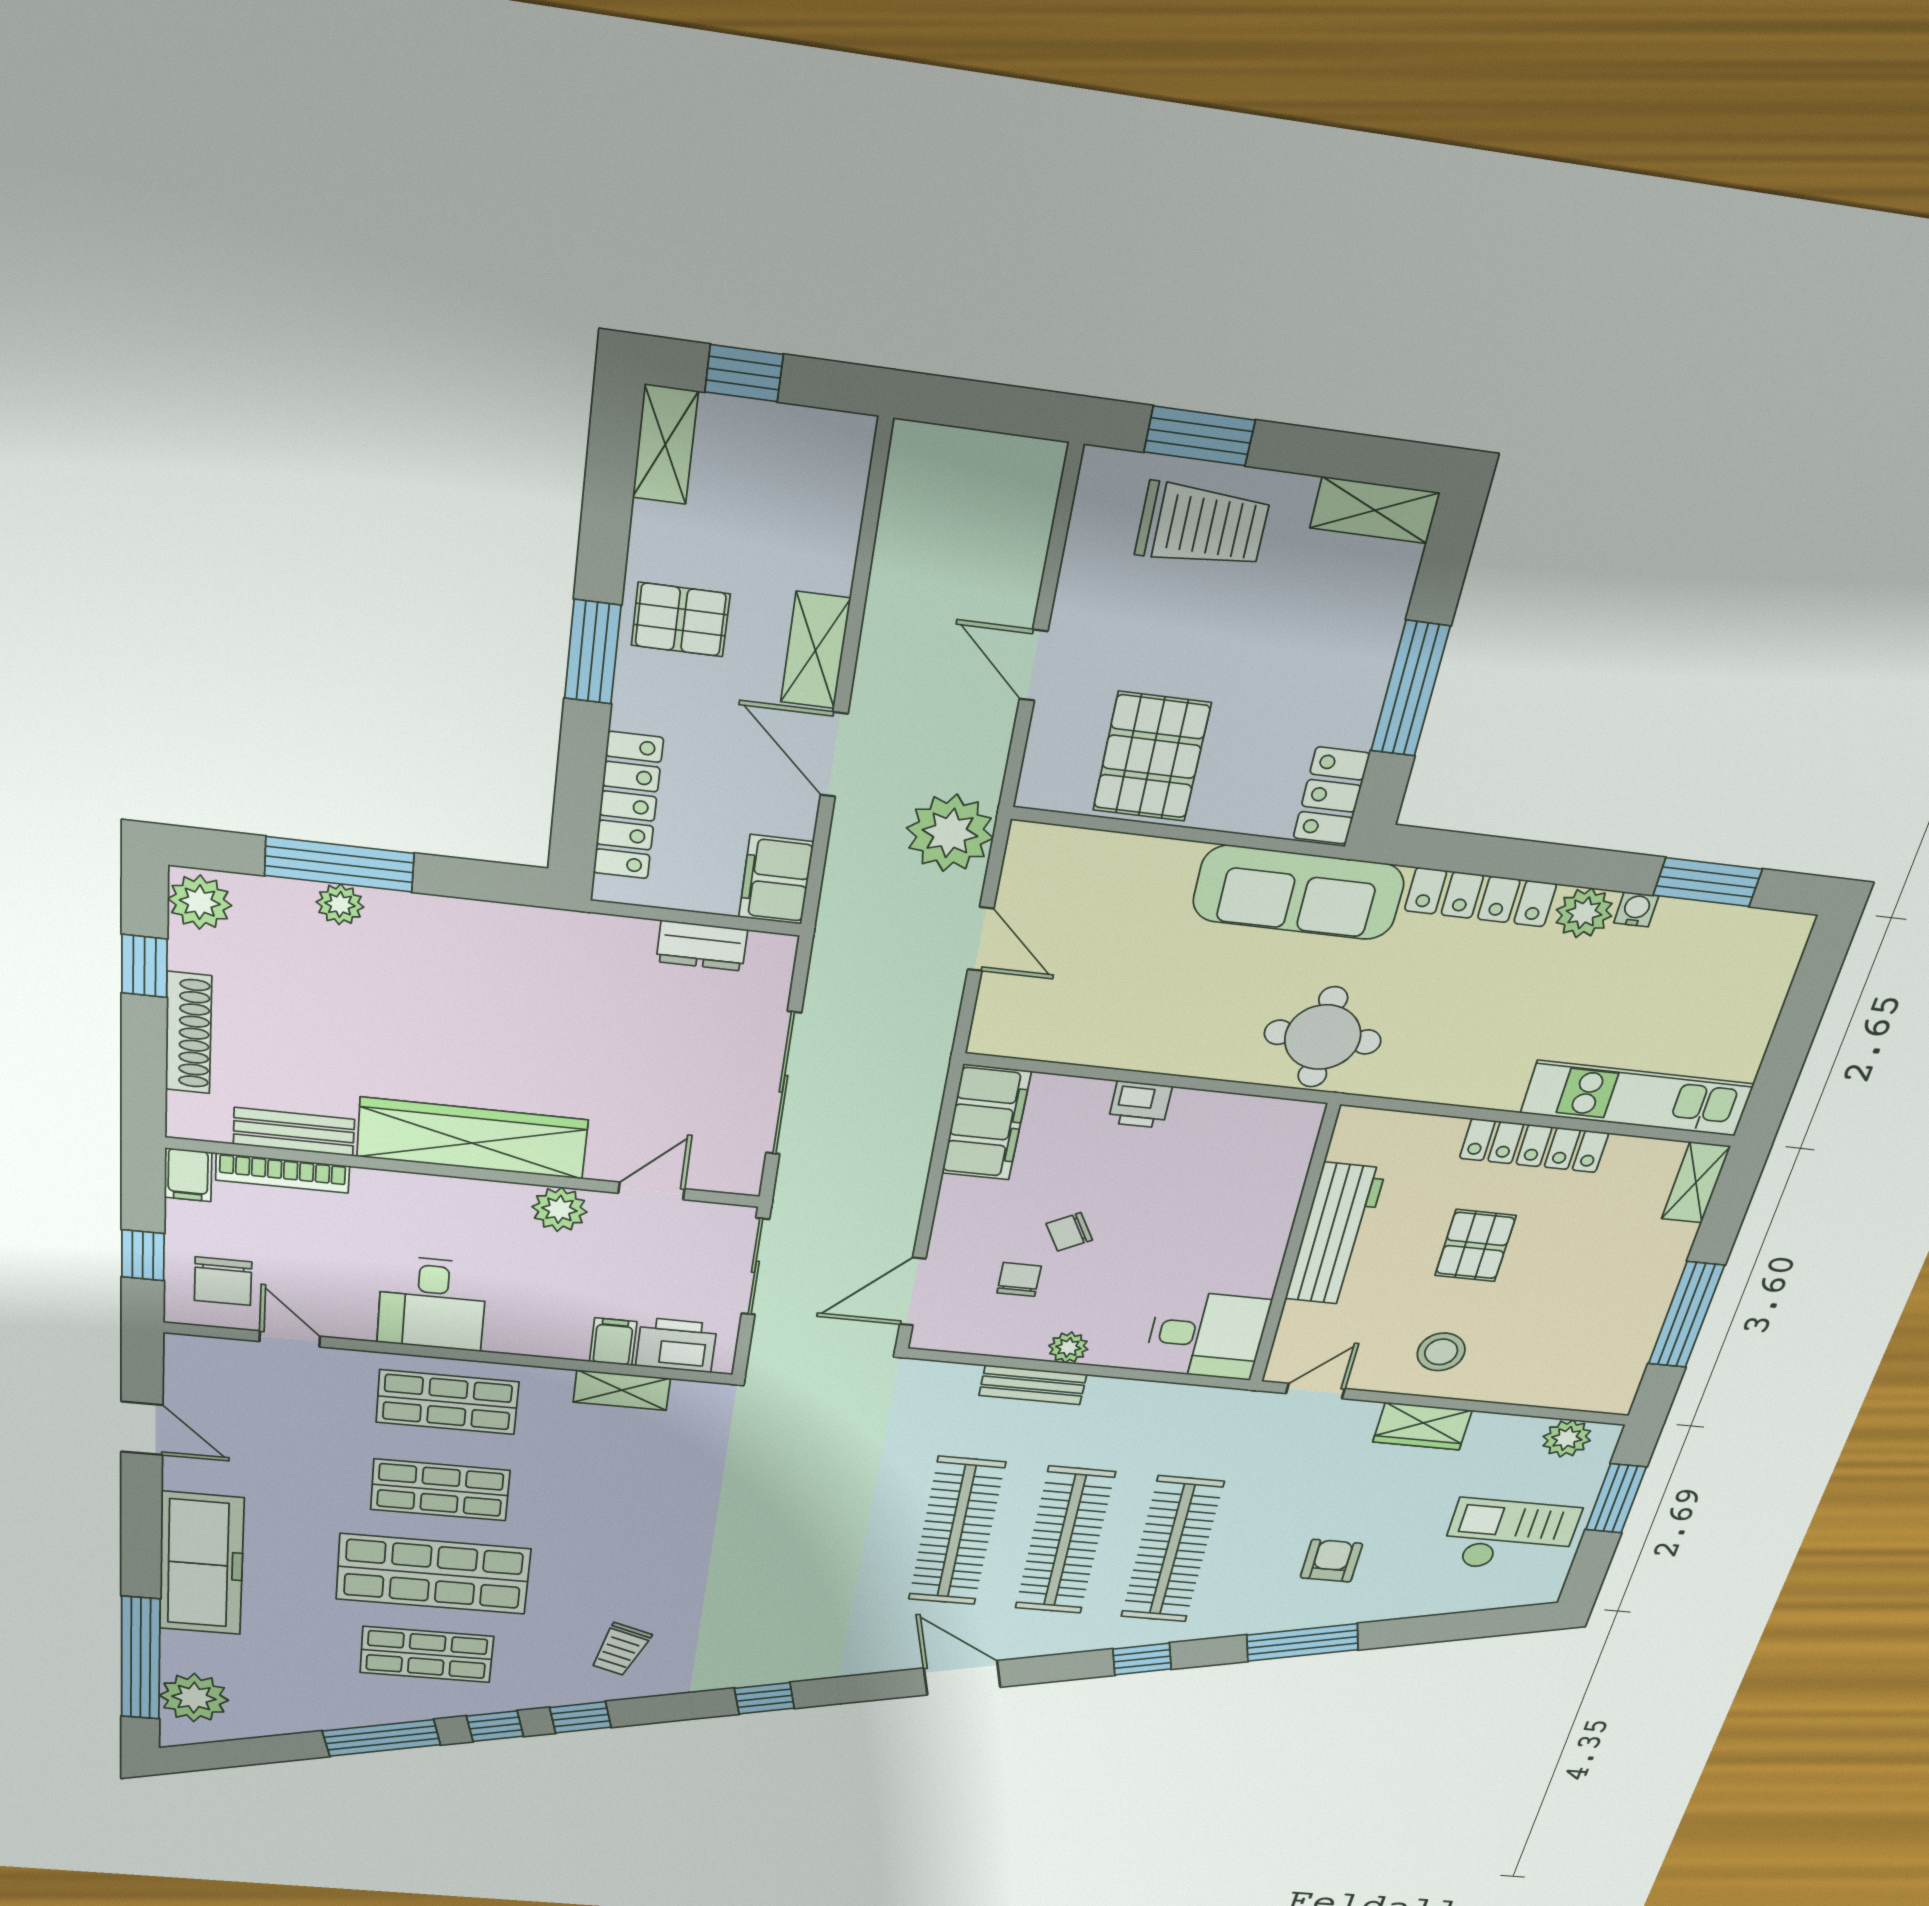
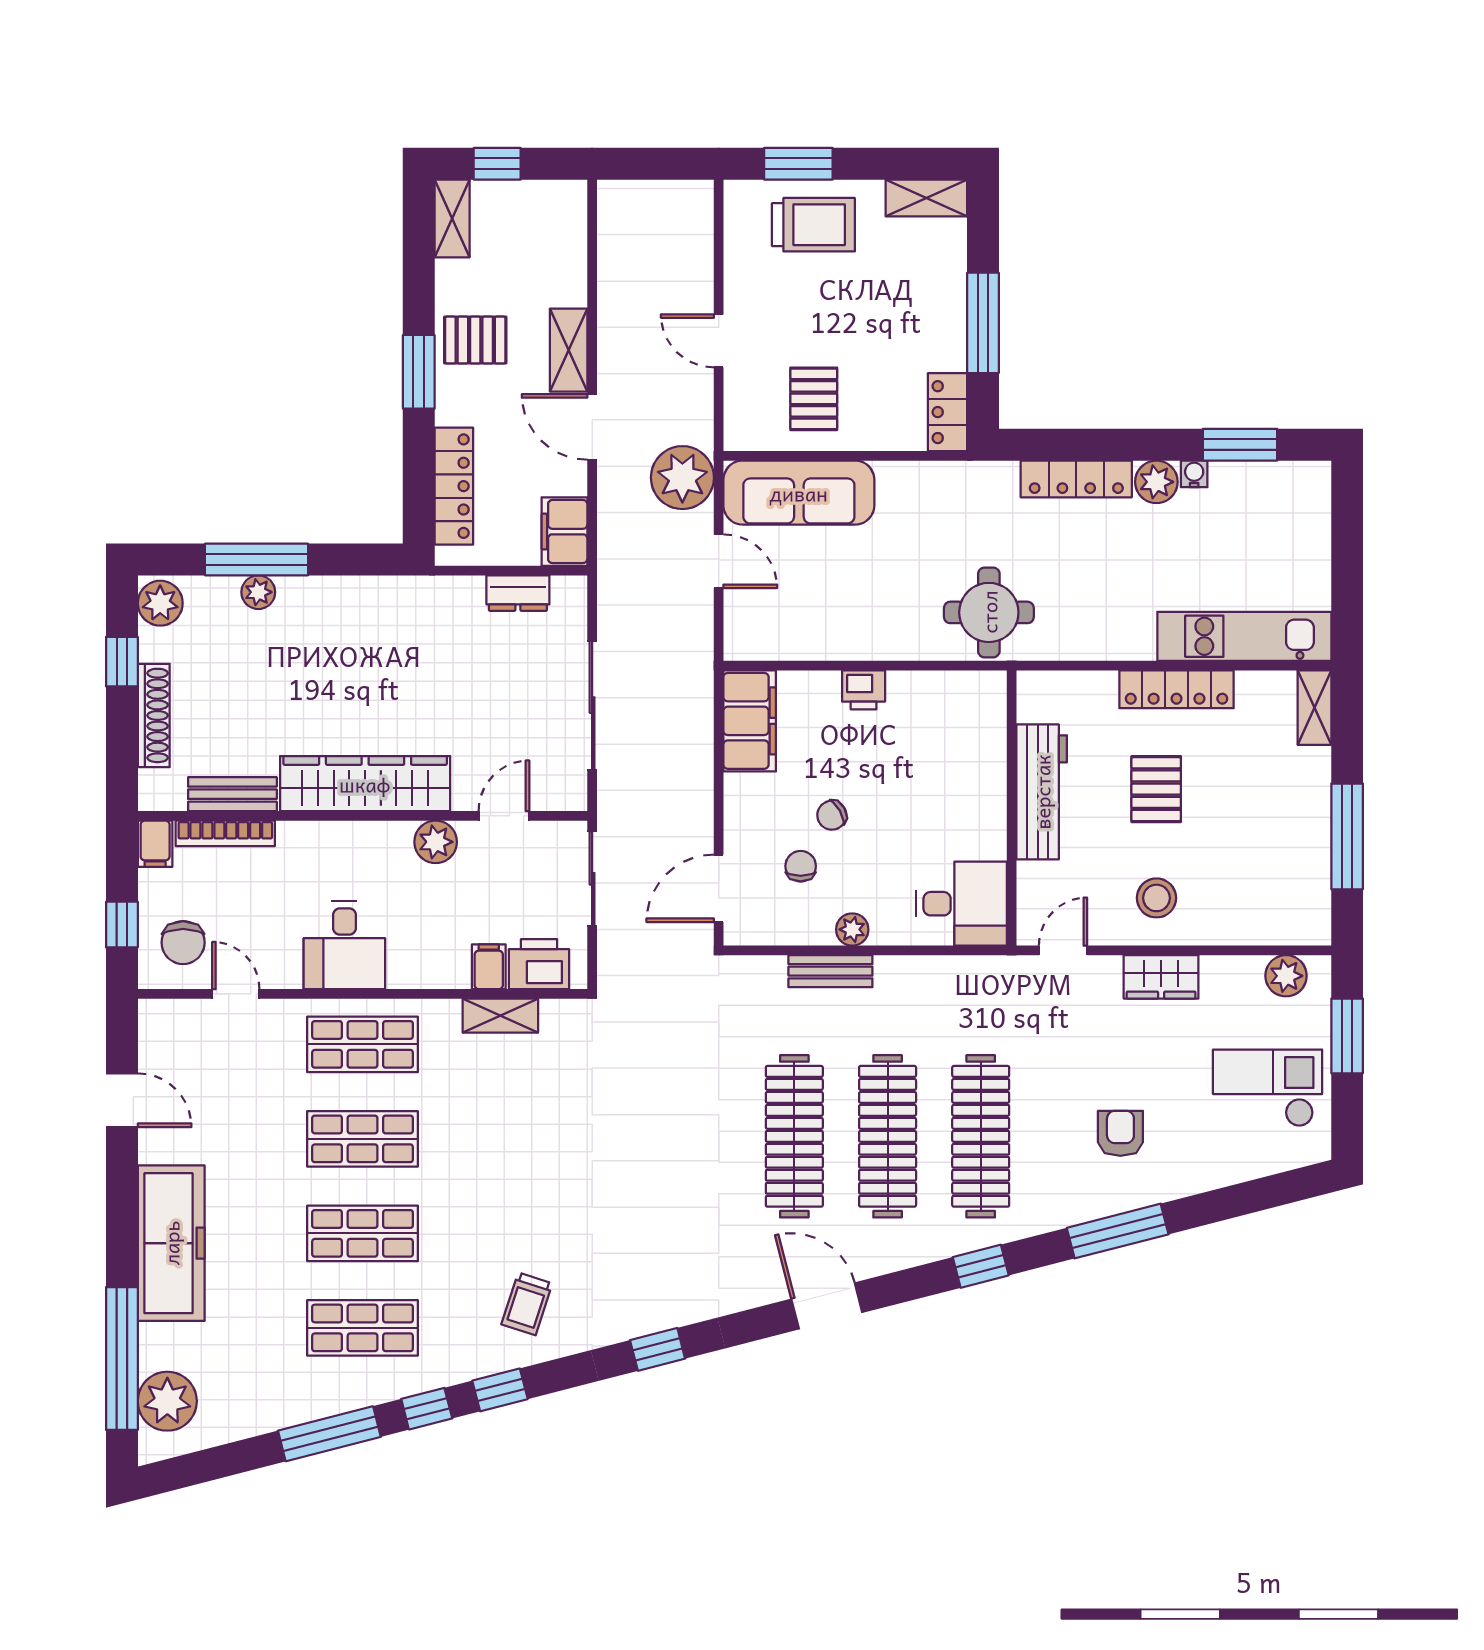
pallet: (1152, 757) -> (814, 399), width x0.67, depth x0.71
sofa: (1298, 893) -> (799, 493), moved
shop shelf: (433, 1574) -> (363, 1233), width x0.70, depth x0.74

